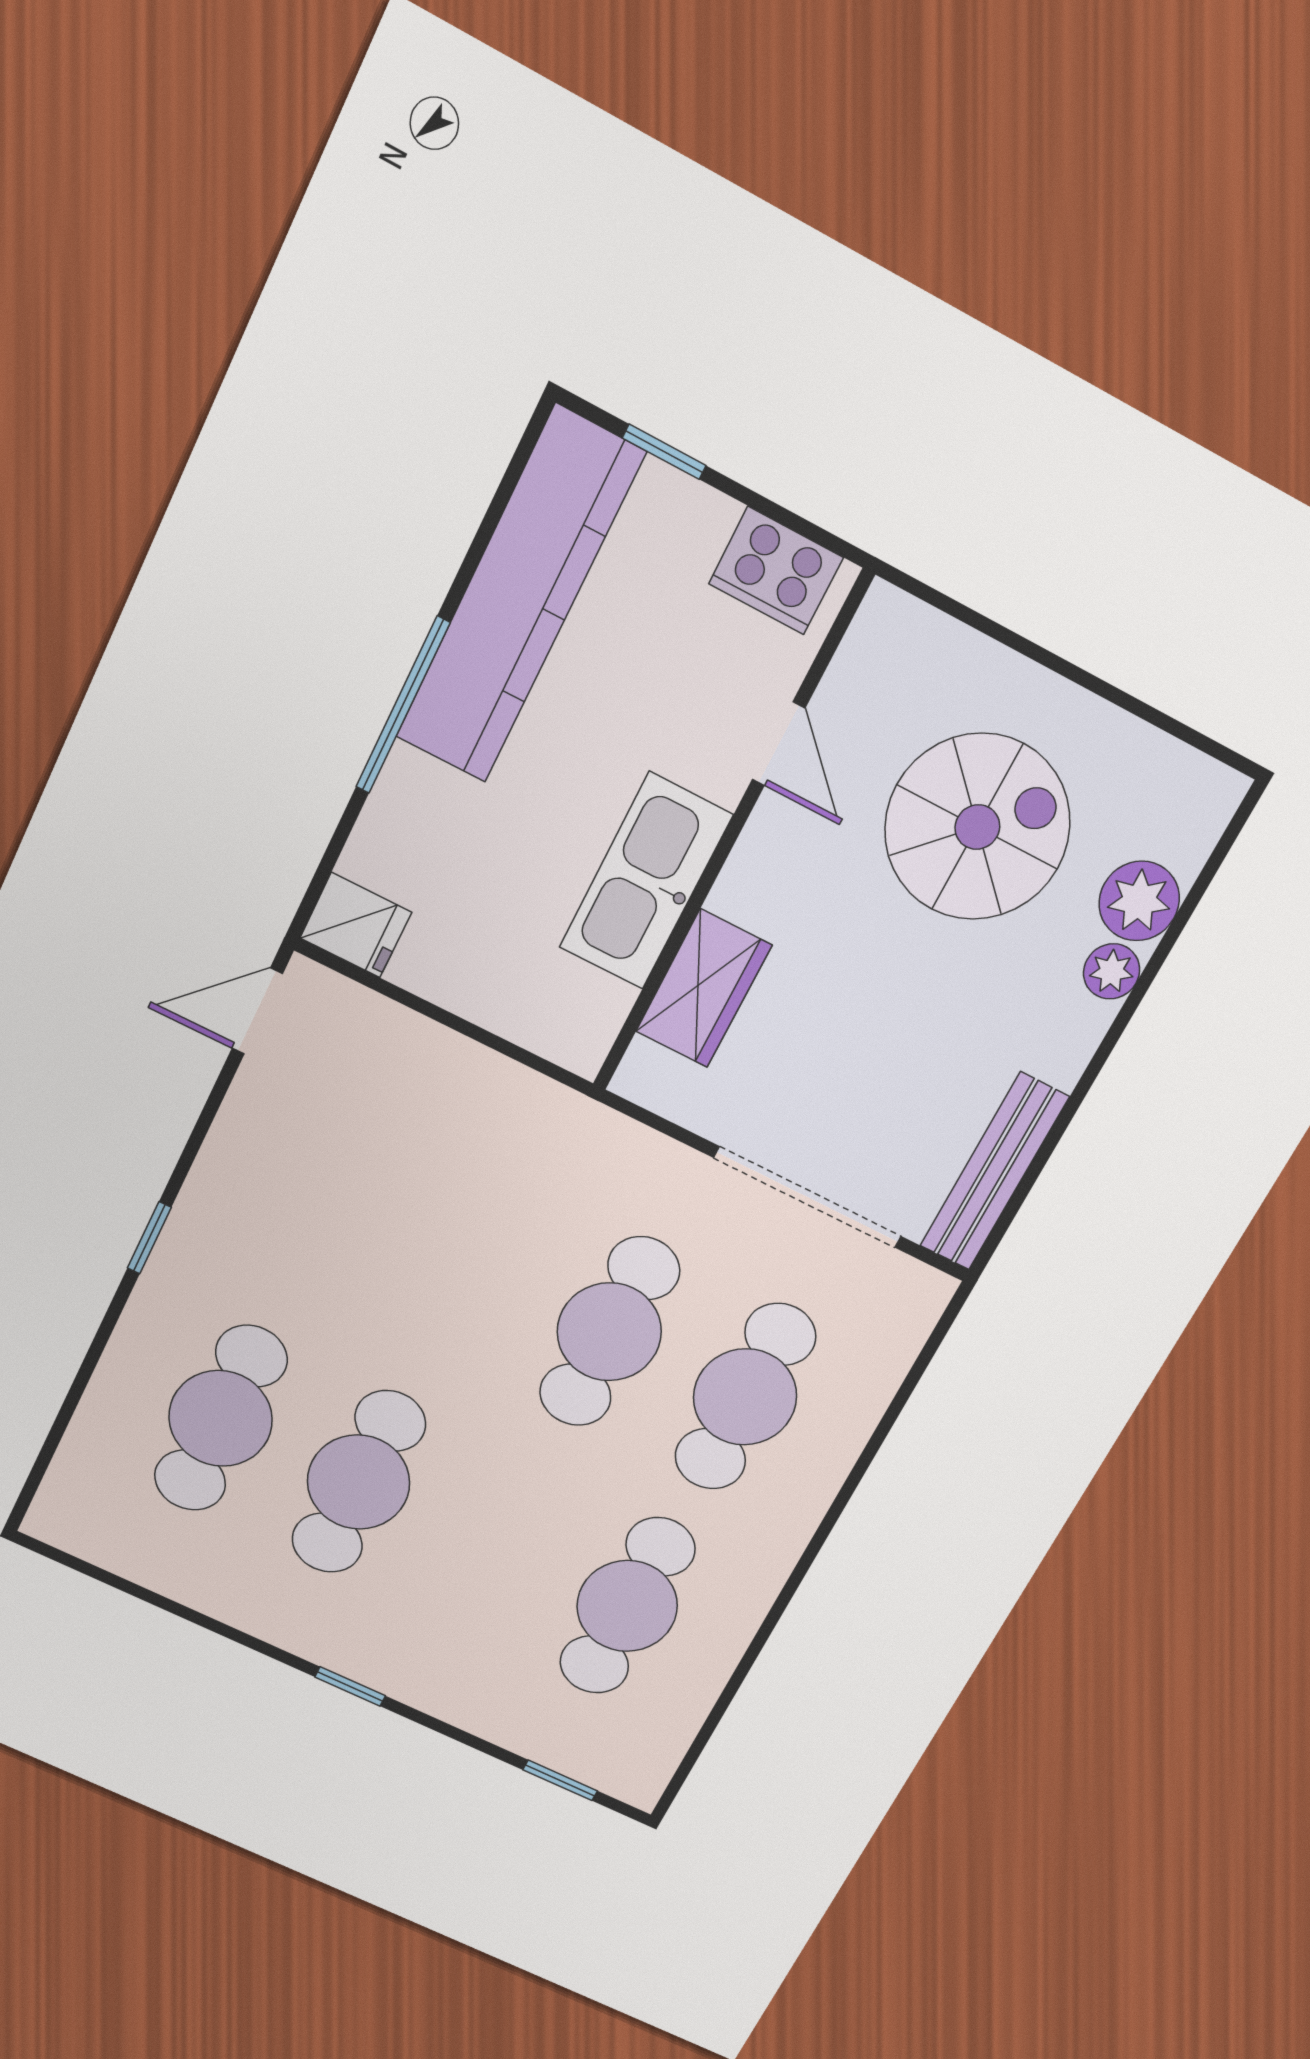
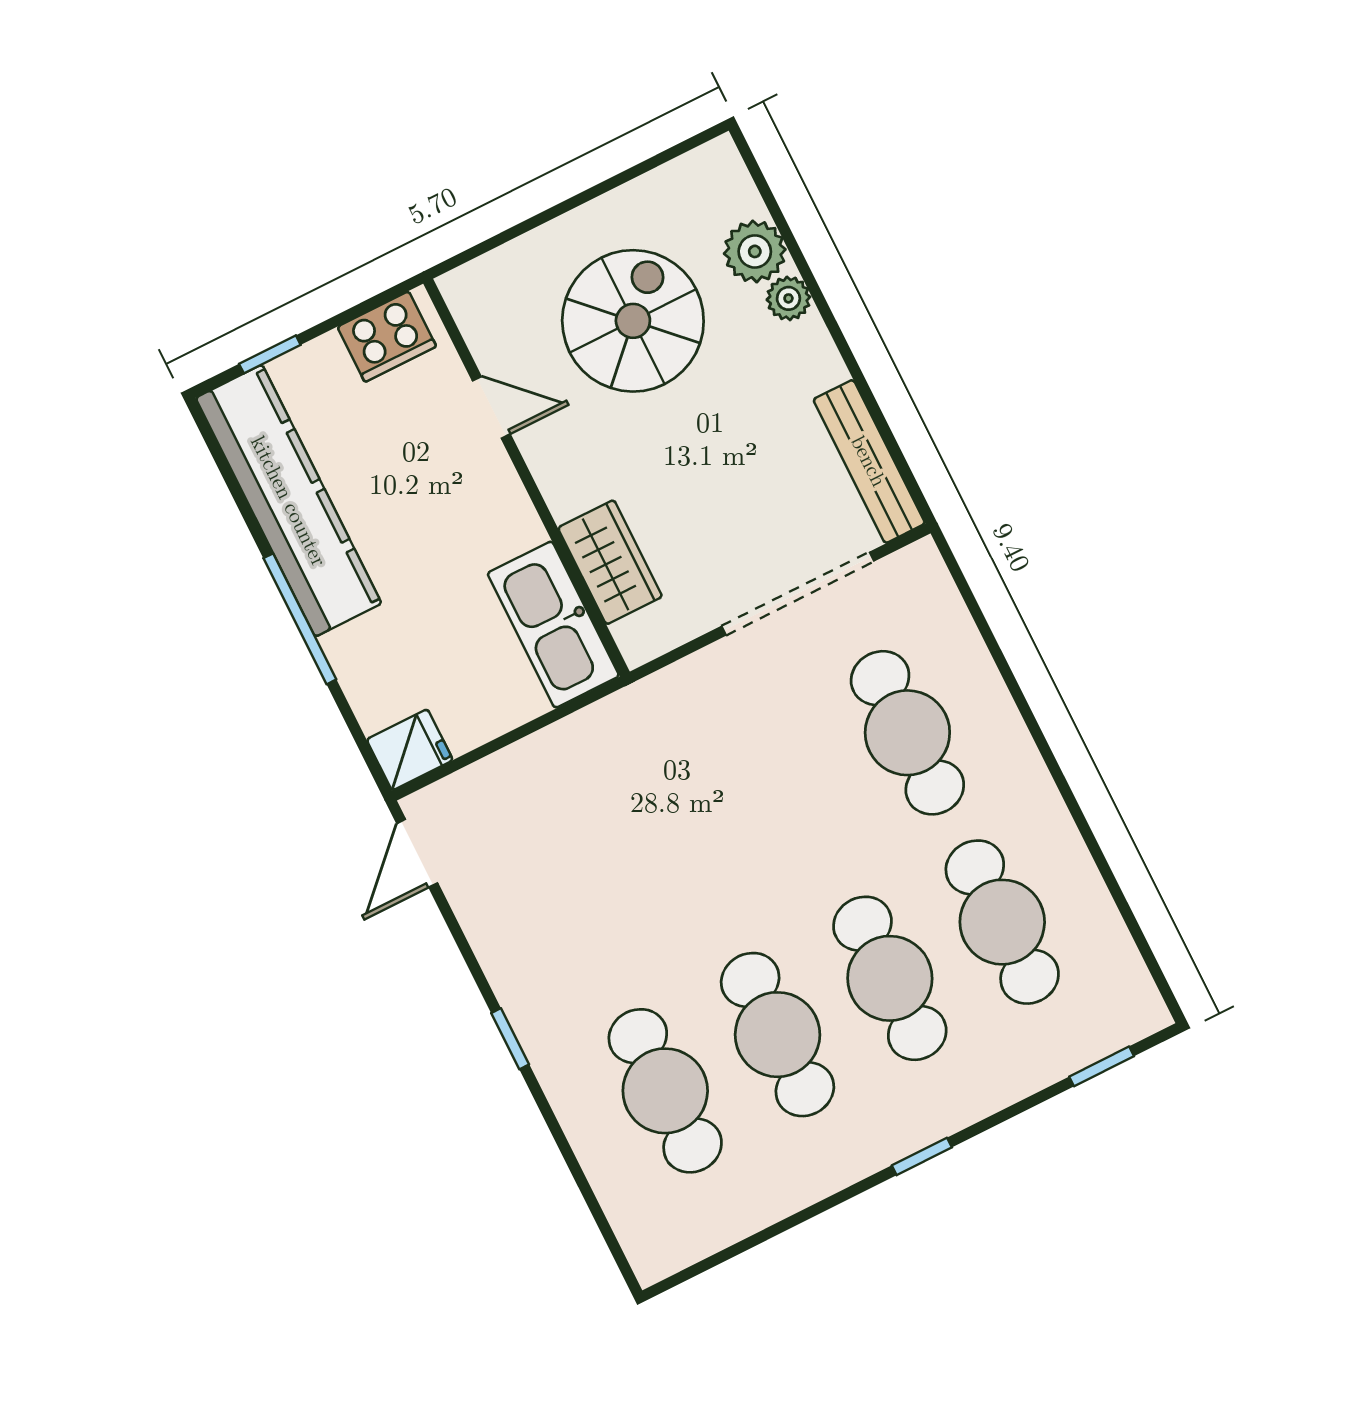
kitchen sink: (646, 881) -> (553, 625), moved
cafe table: (609, 1332) -> (890, 978), moved

